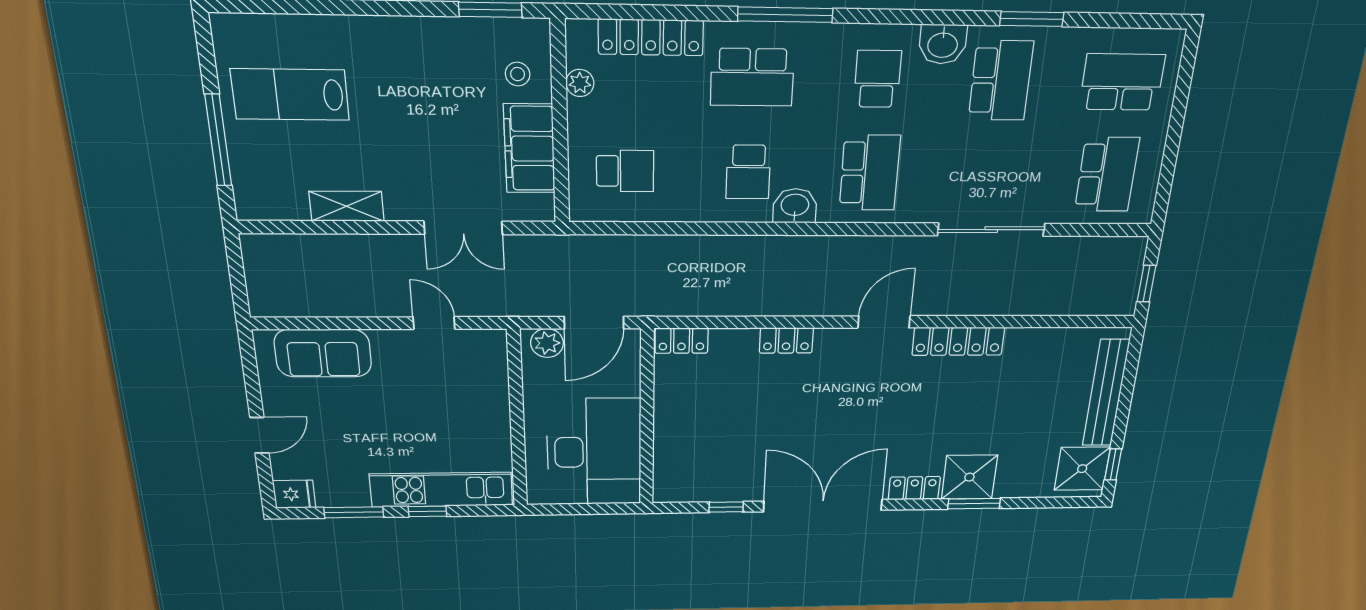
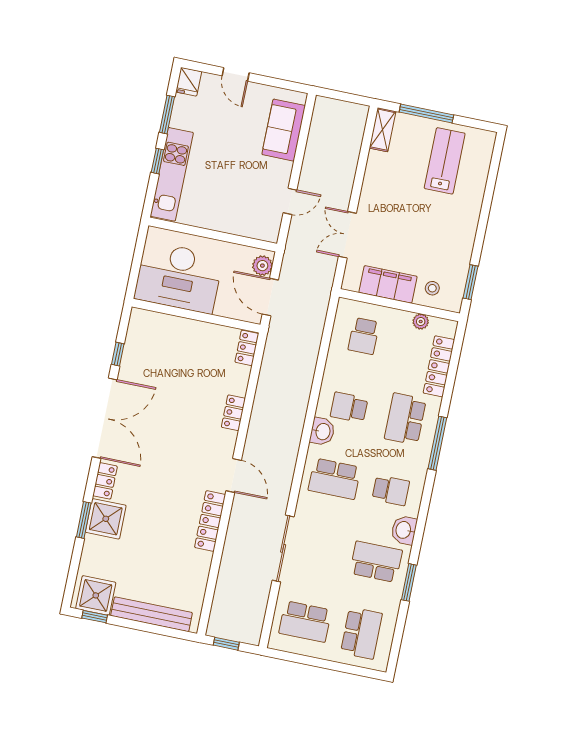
school desk: (1001, 81) -> (376, 562), turned 180
shelving: (347, 206) -> (383, 130), moved

